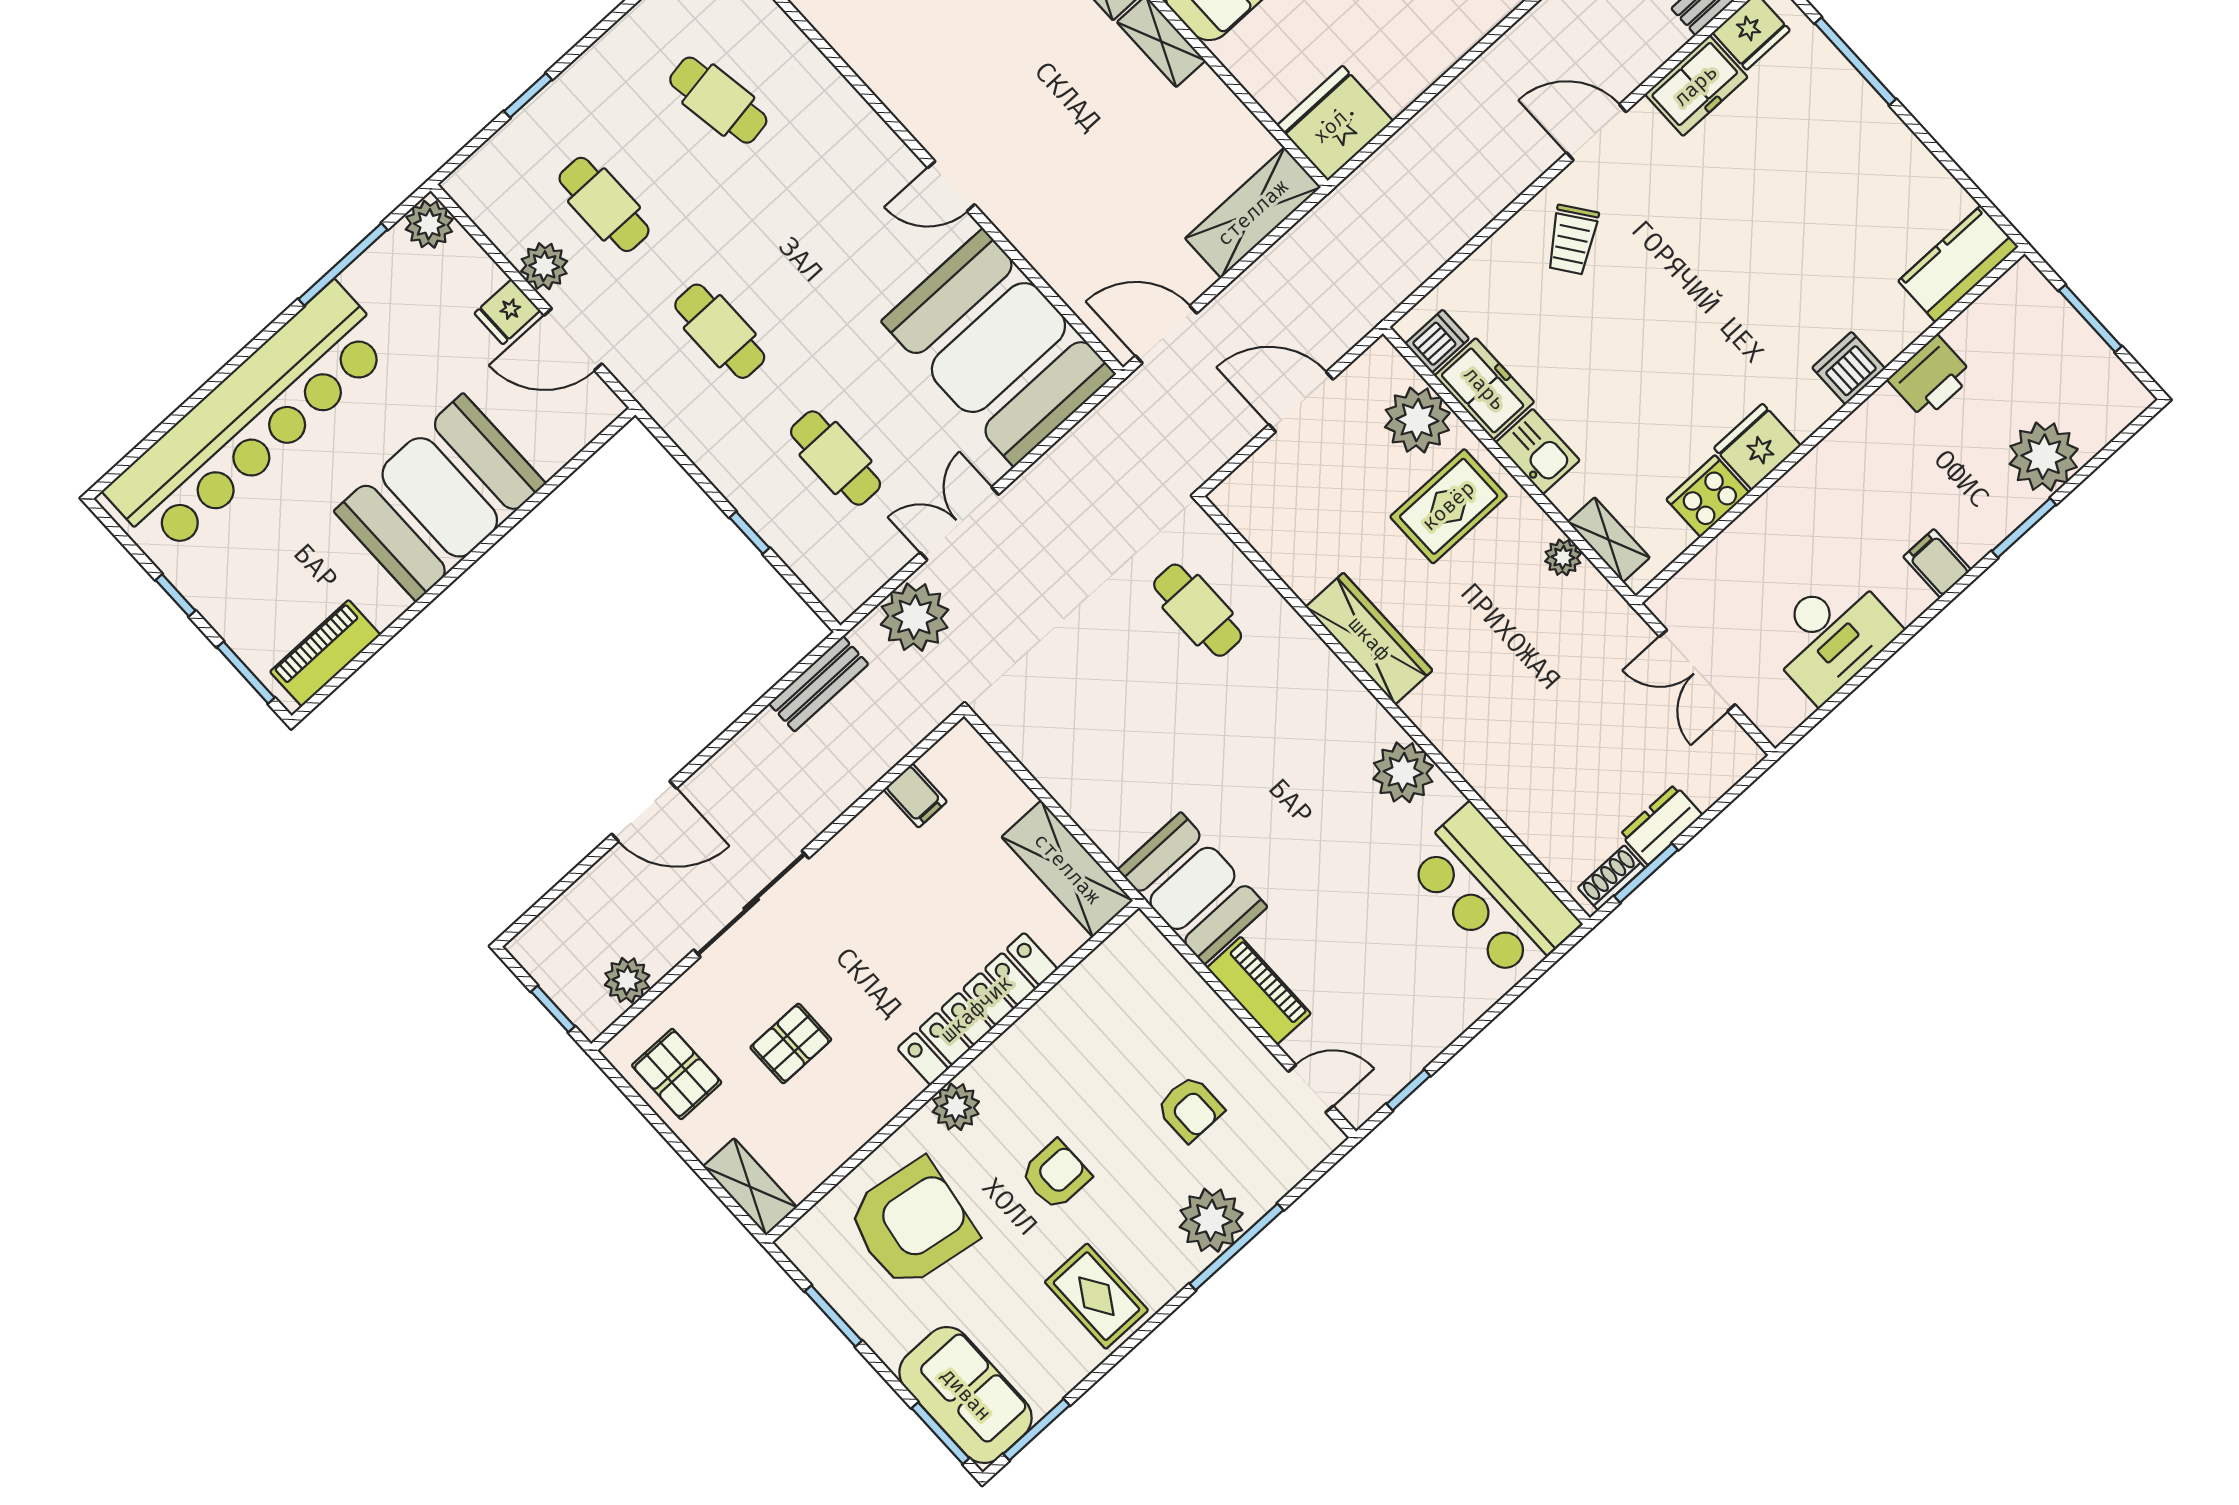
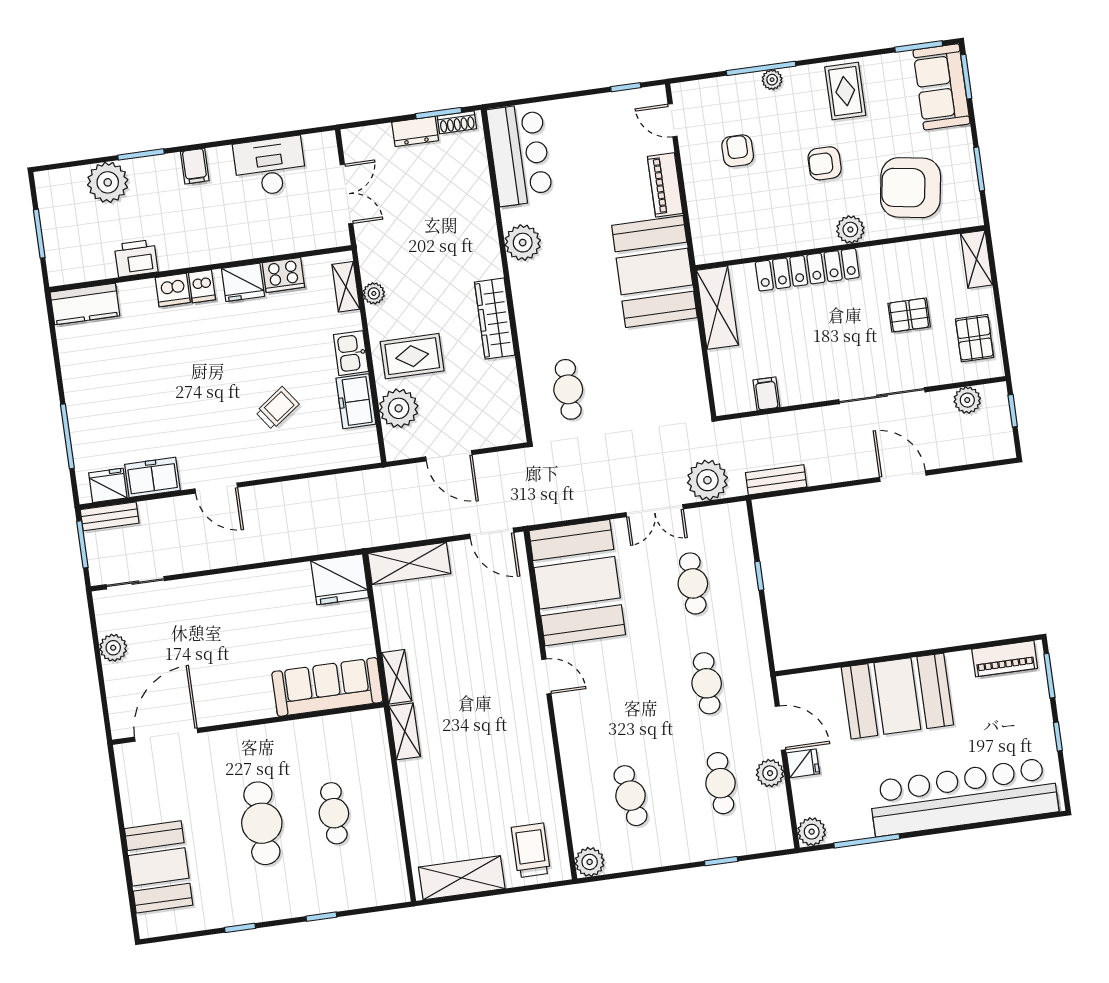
trolley: (1572, 240) -> (277, 408), moved
dishwasher: (1437, 341) -> (202, 286), moved, turned -90
booth: (1192, 888) -> (654, 272), width x1.36, depth x1.42
plant: (1211, 1220) -> (772, 80), width x0.53, depth x0.53

